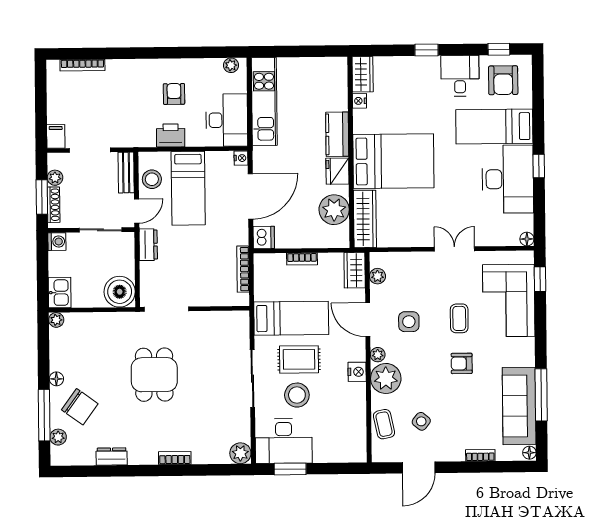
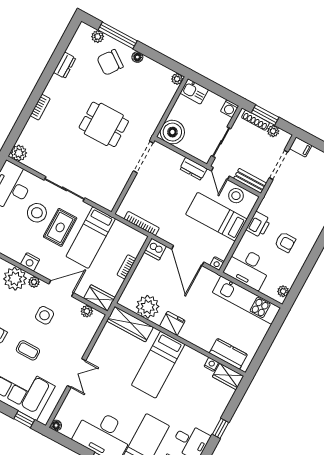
kitchen counter: (337, 134) -> (228, 354), moved
bed: (393, 161) -> (158, 365), width x0.67

